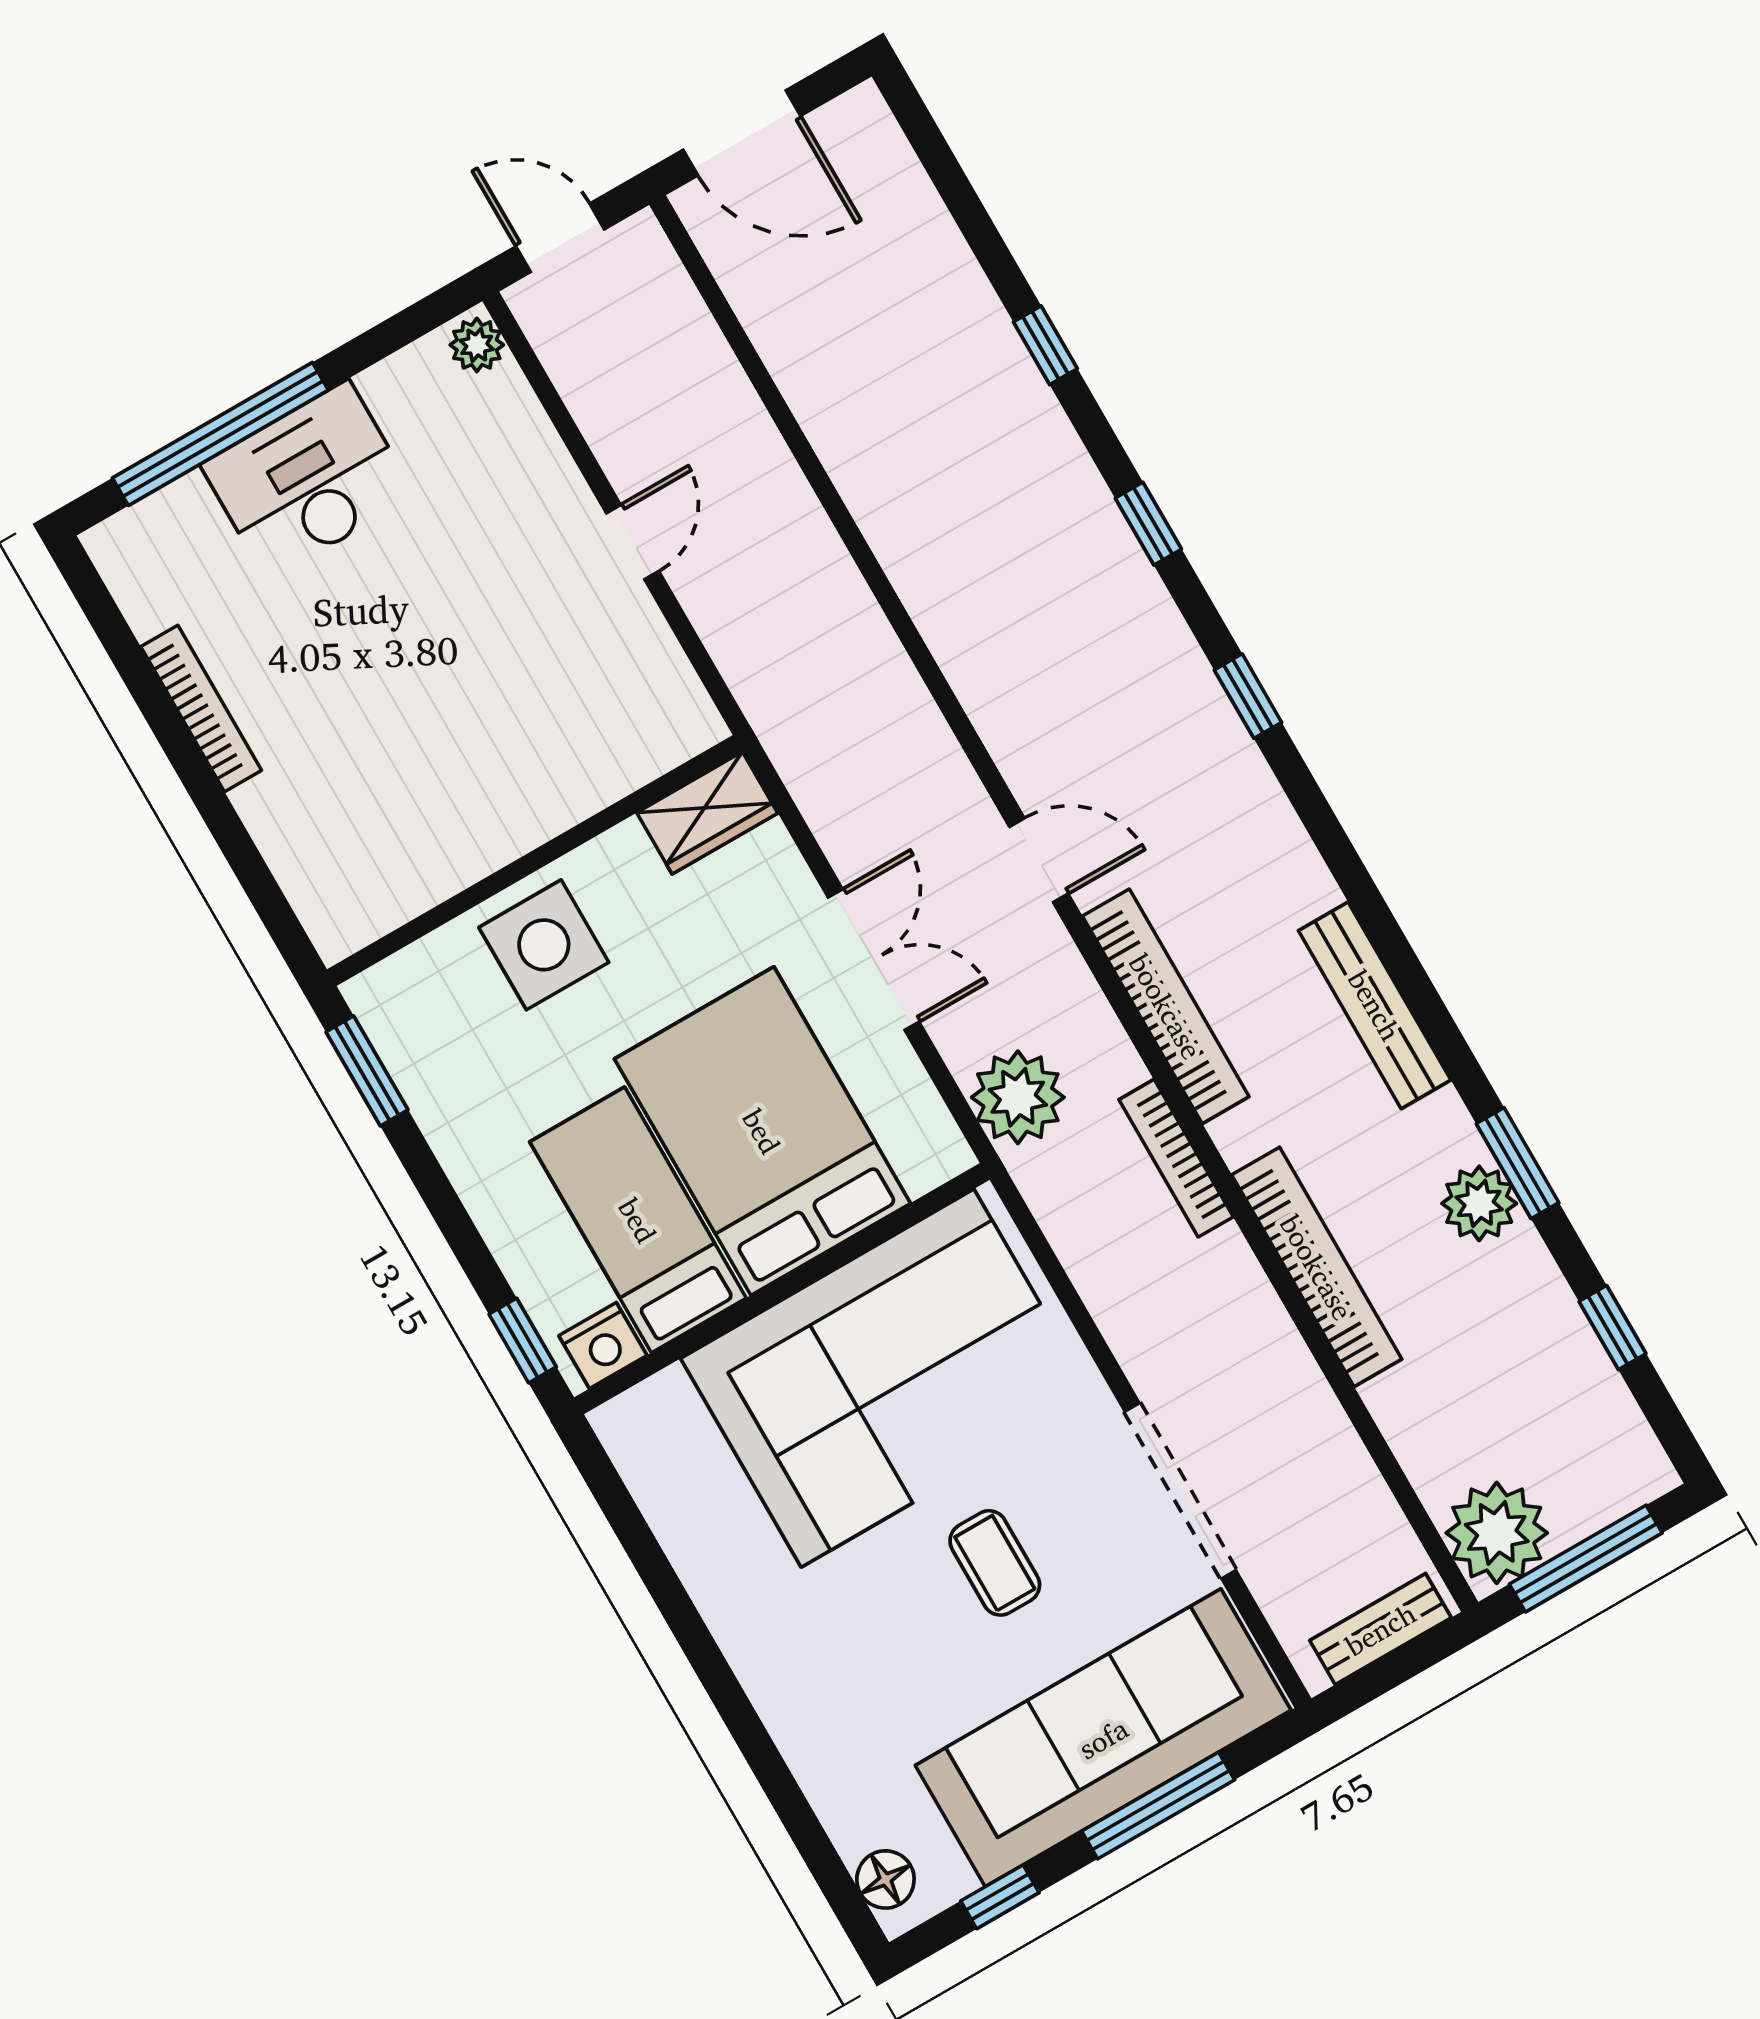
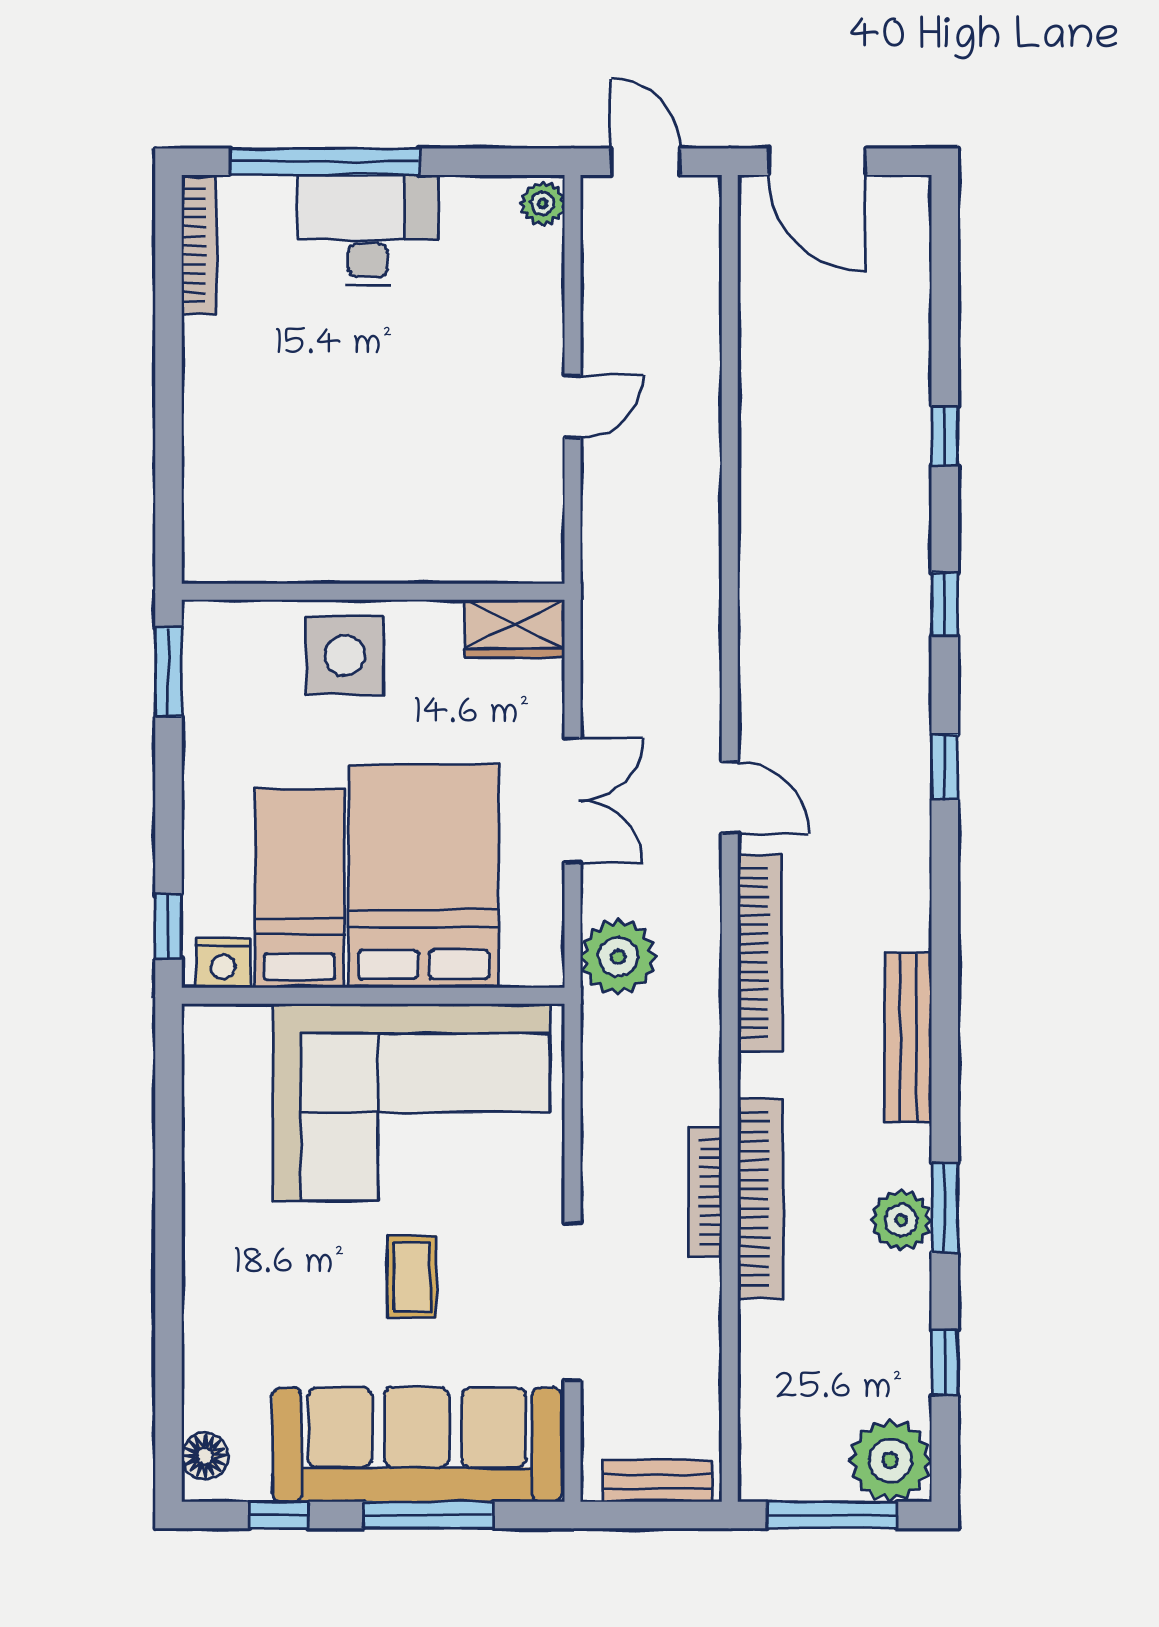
bookcase: (201, 709) -> (199, 246), moved
bookcase: (1176, 1158) -> (705, 1192), moved
plant: (1497, 1533) -> (890, 1461), moved

